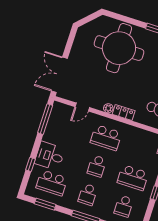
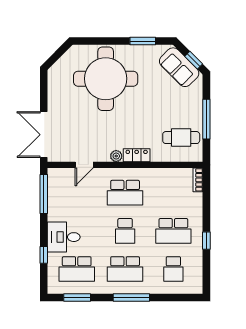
school desk: (88, 194) -> (125, 269), width x1.85

